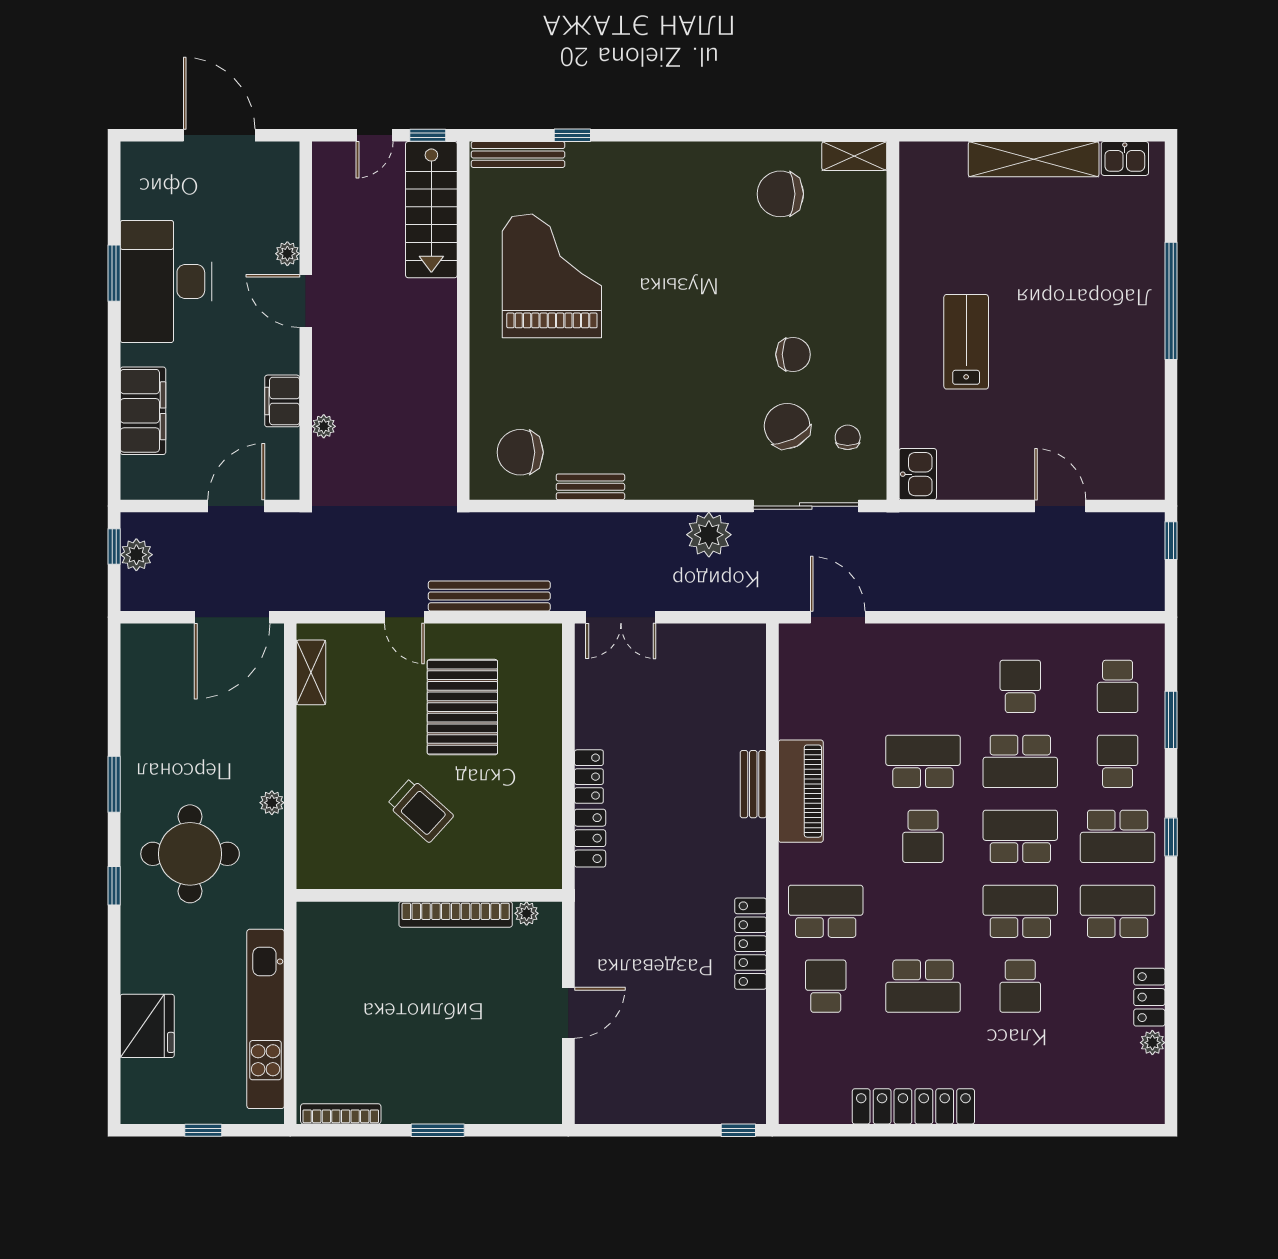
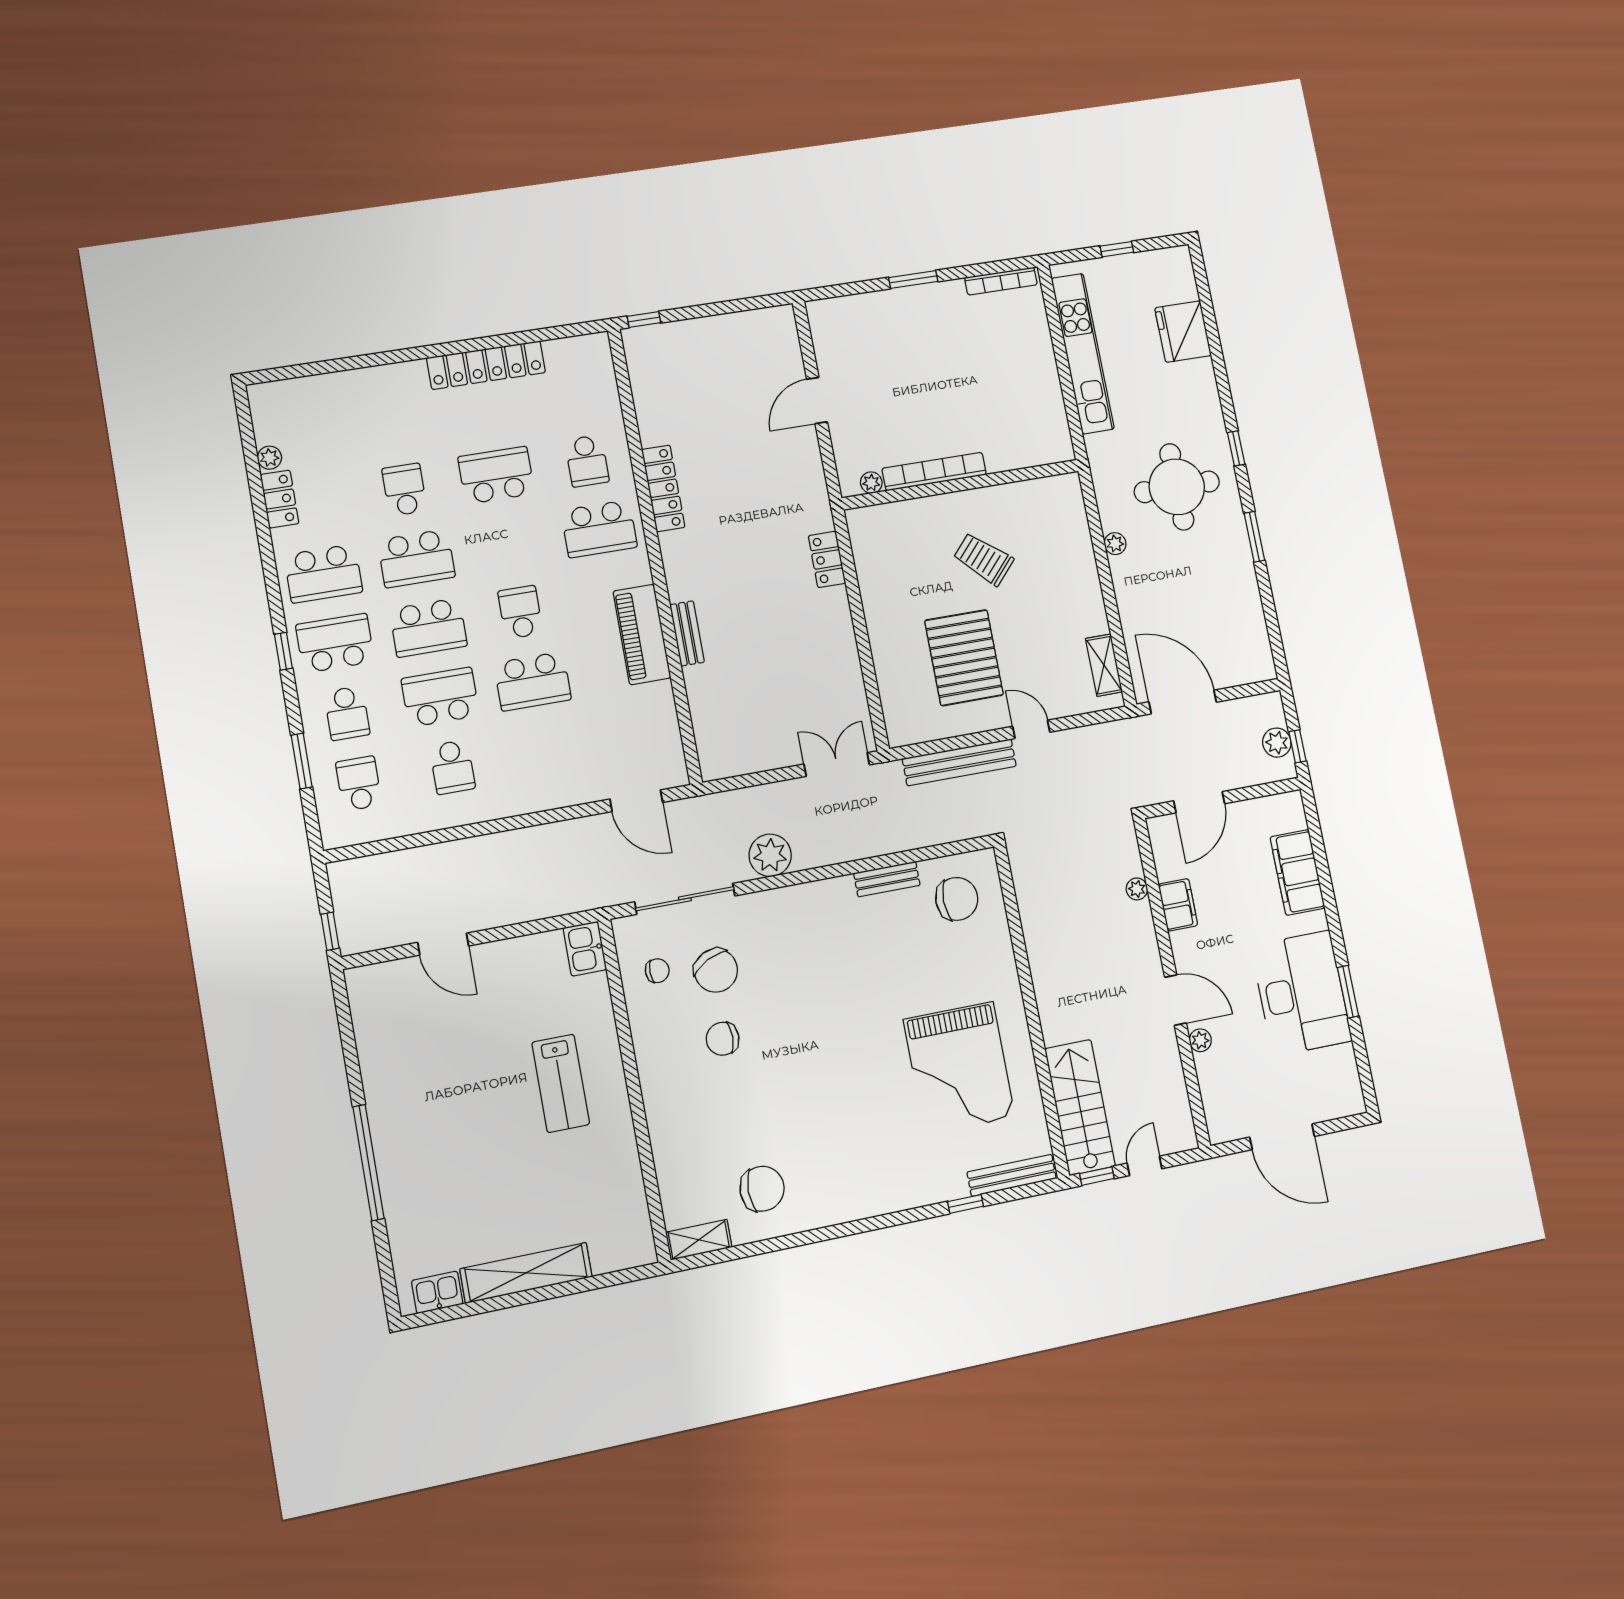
chair: (848, 437) -> (657, 971), turned -90
door: (232, 617) -> (1183, 702), hinge flipped
locker: (589, 777) -> (838, 615), removed

